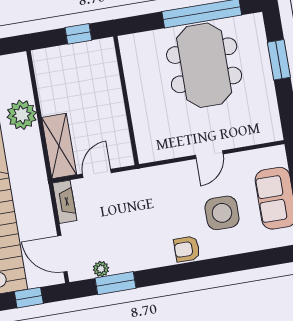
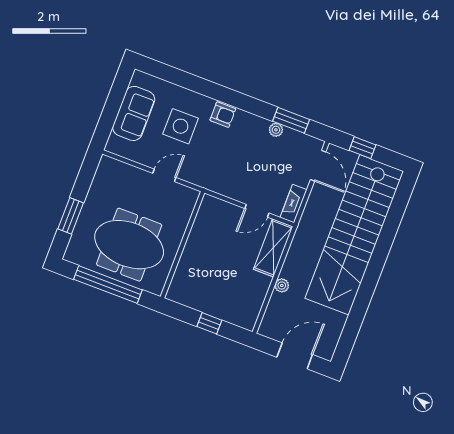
meeting table: (204, 65) -> (129, 245), turned 90
wall: (126, 100) -> (183, 245), moved
plant: (22, 115) -> (282, 285), width x0.53, depth x0.53
plant: (101, 269) -> (276, 130), moved

